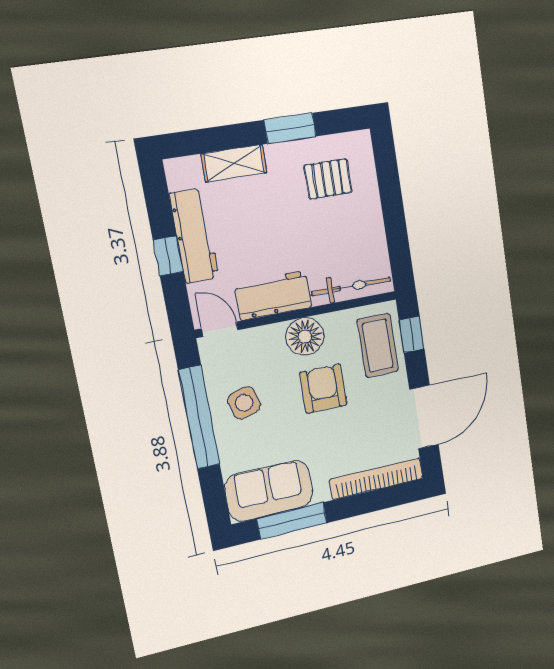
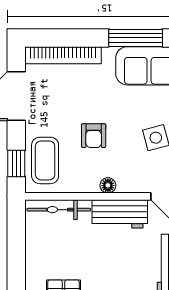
floor lamp: (305, 336) -> (108, 185), width x0.53, depth x0.53
armchair: (323, 389) -> (94, 136), width x0.72, depth x0.72

